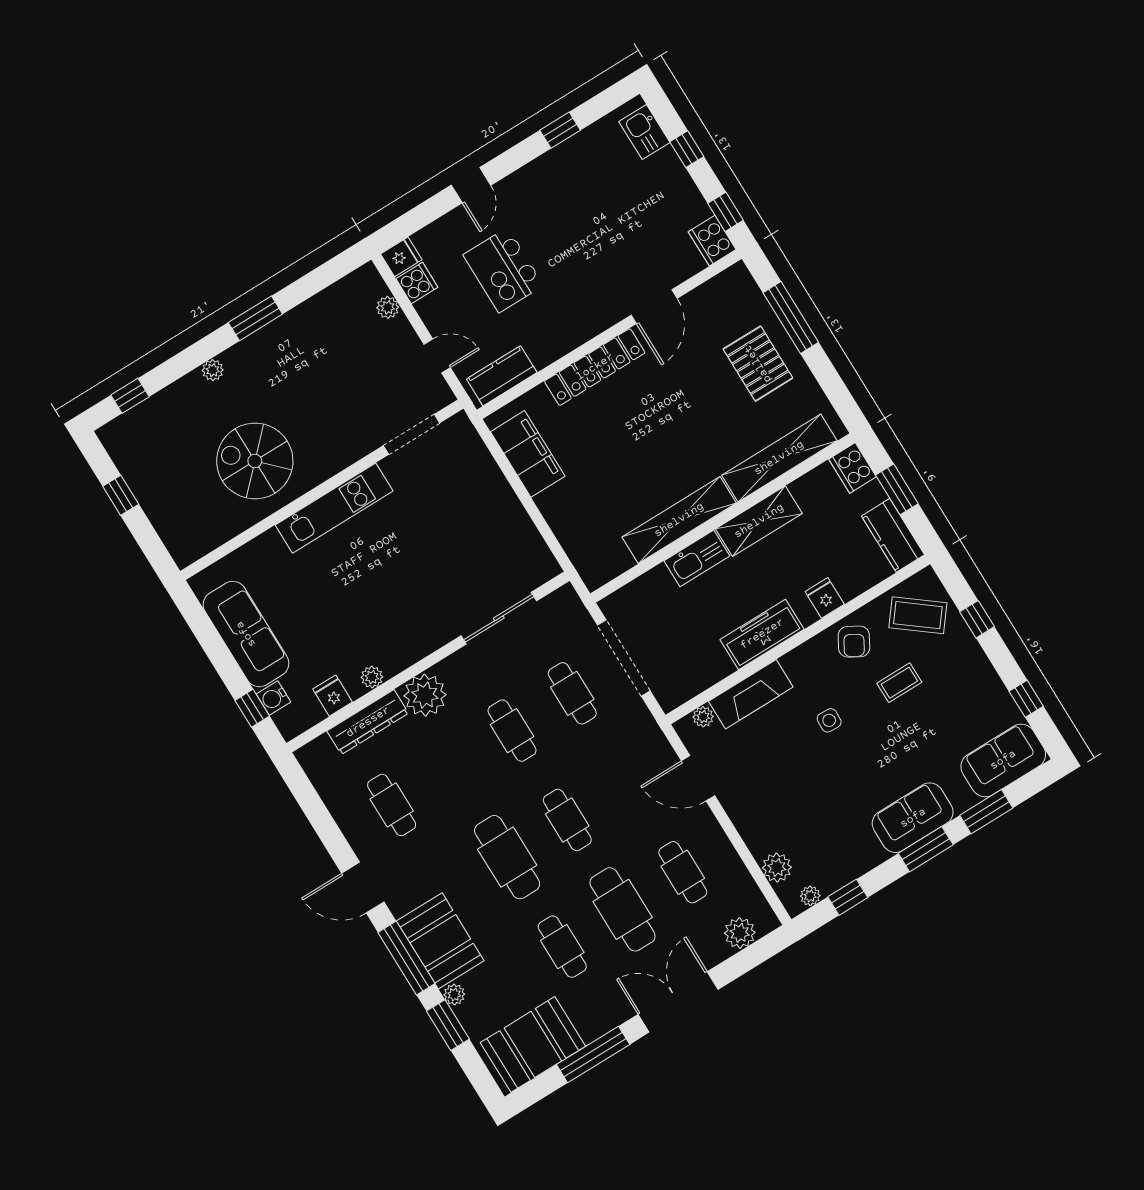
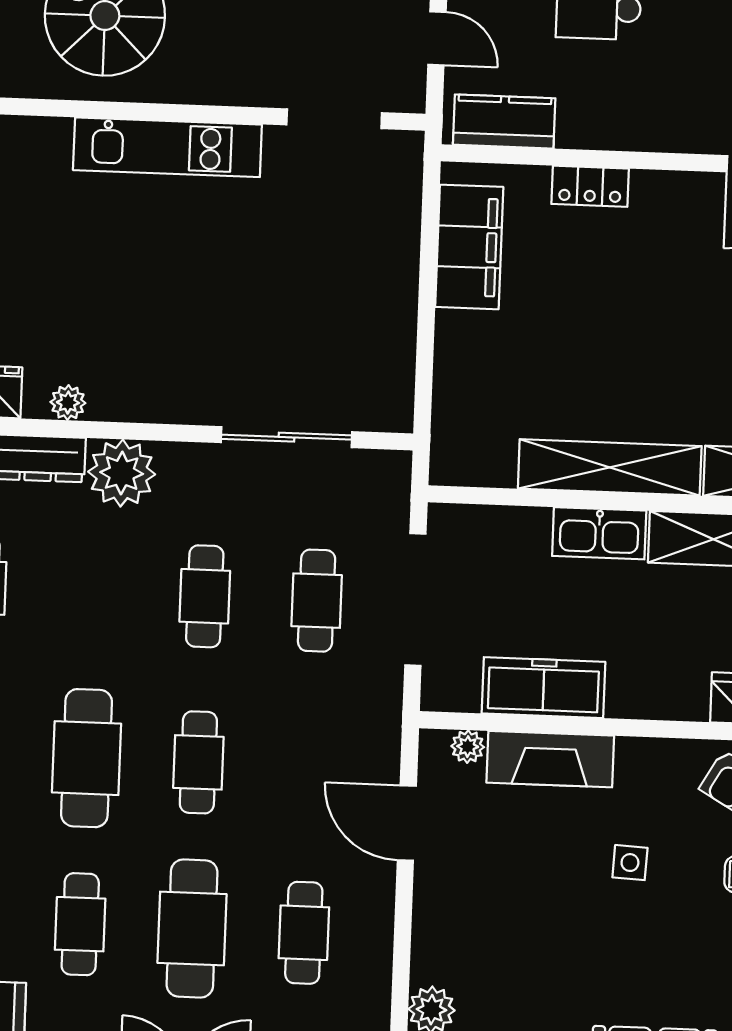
locker: (595, 367) -> (590, 186), width x0.46, depth x0.83
freezer: (762, 634) -> (543, 688), moved

